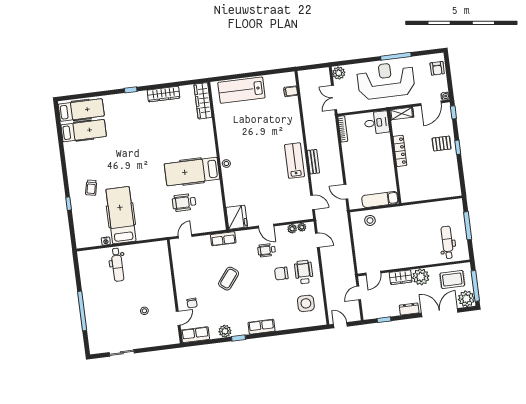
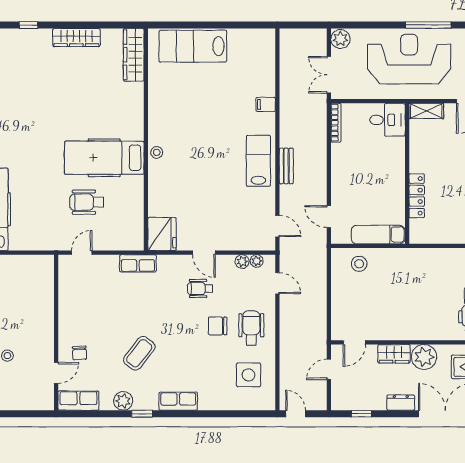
filing cabinet: (291, 91) -> (266, 104), moved
locker: (400, 151) -> (417, 196), moved
coffee table: (229, 279) -> (139, 353), moved

